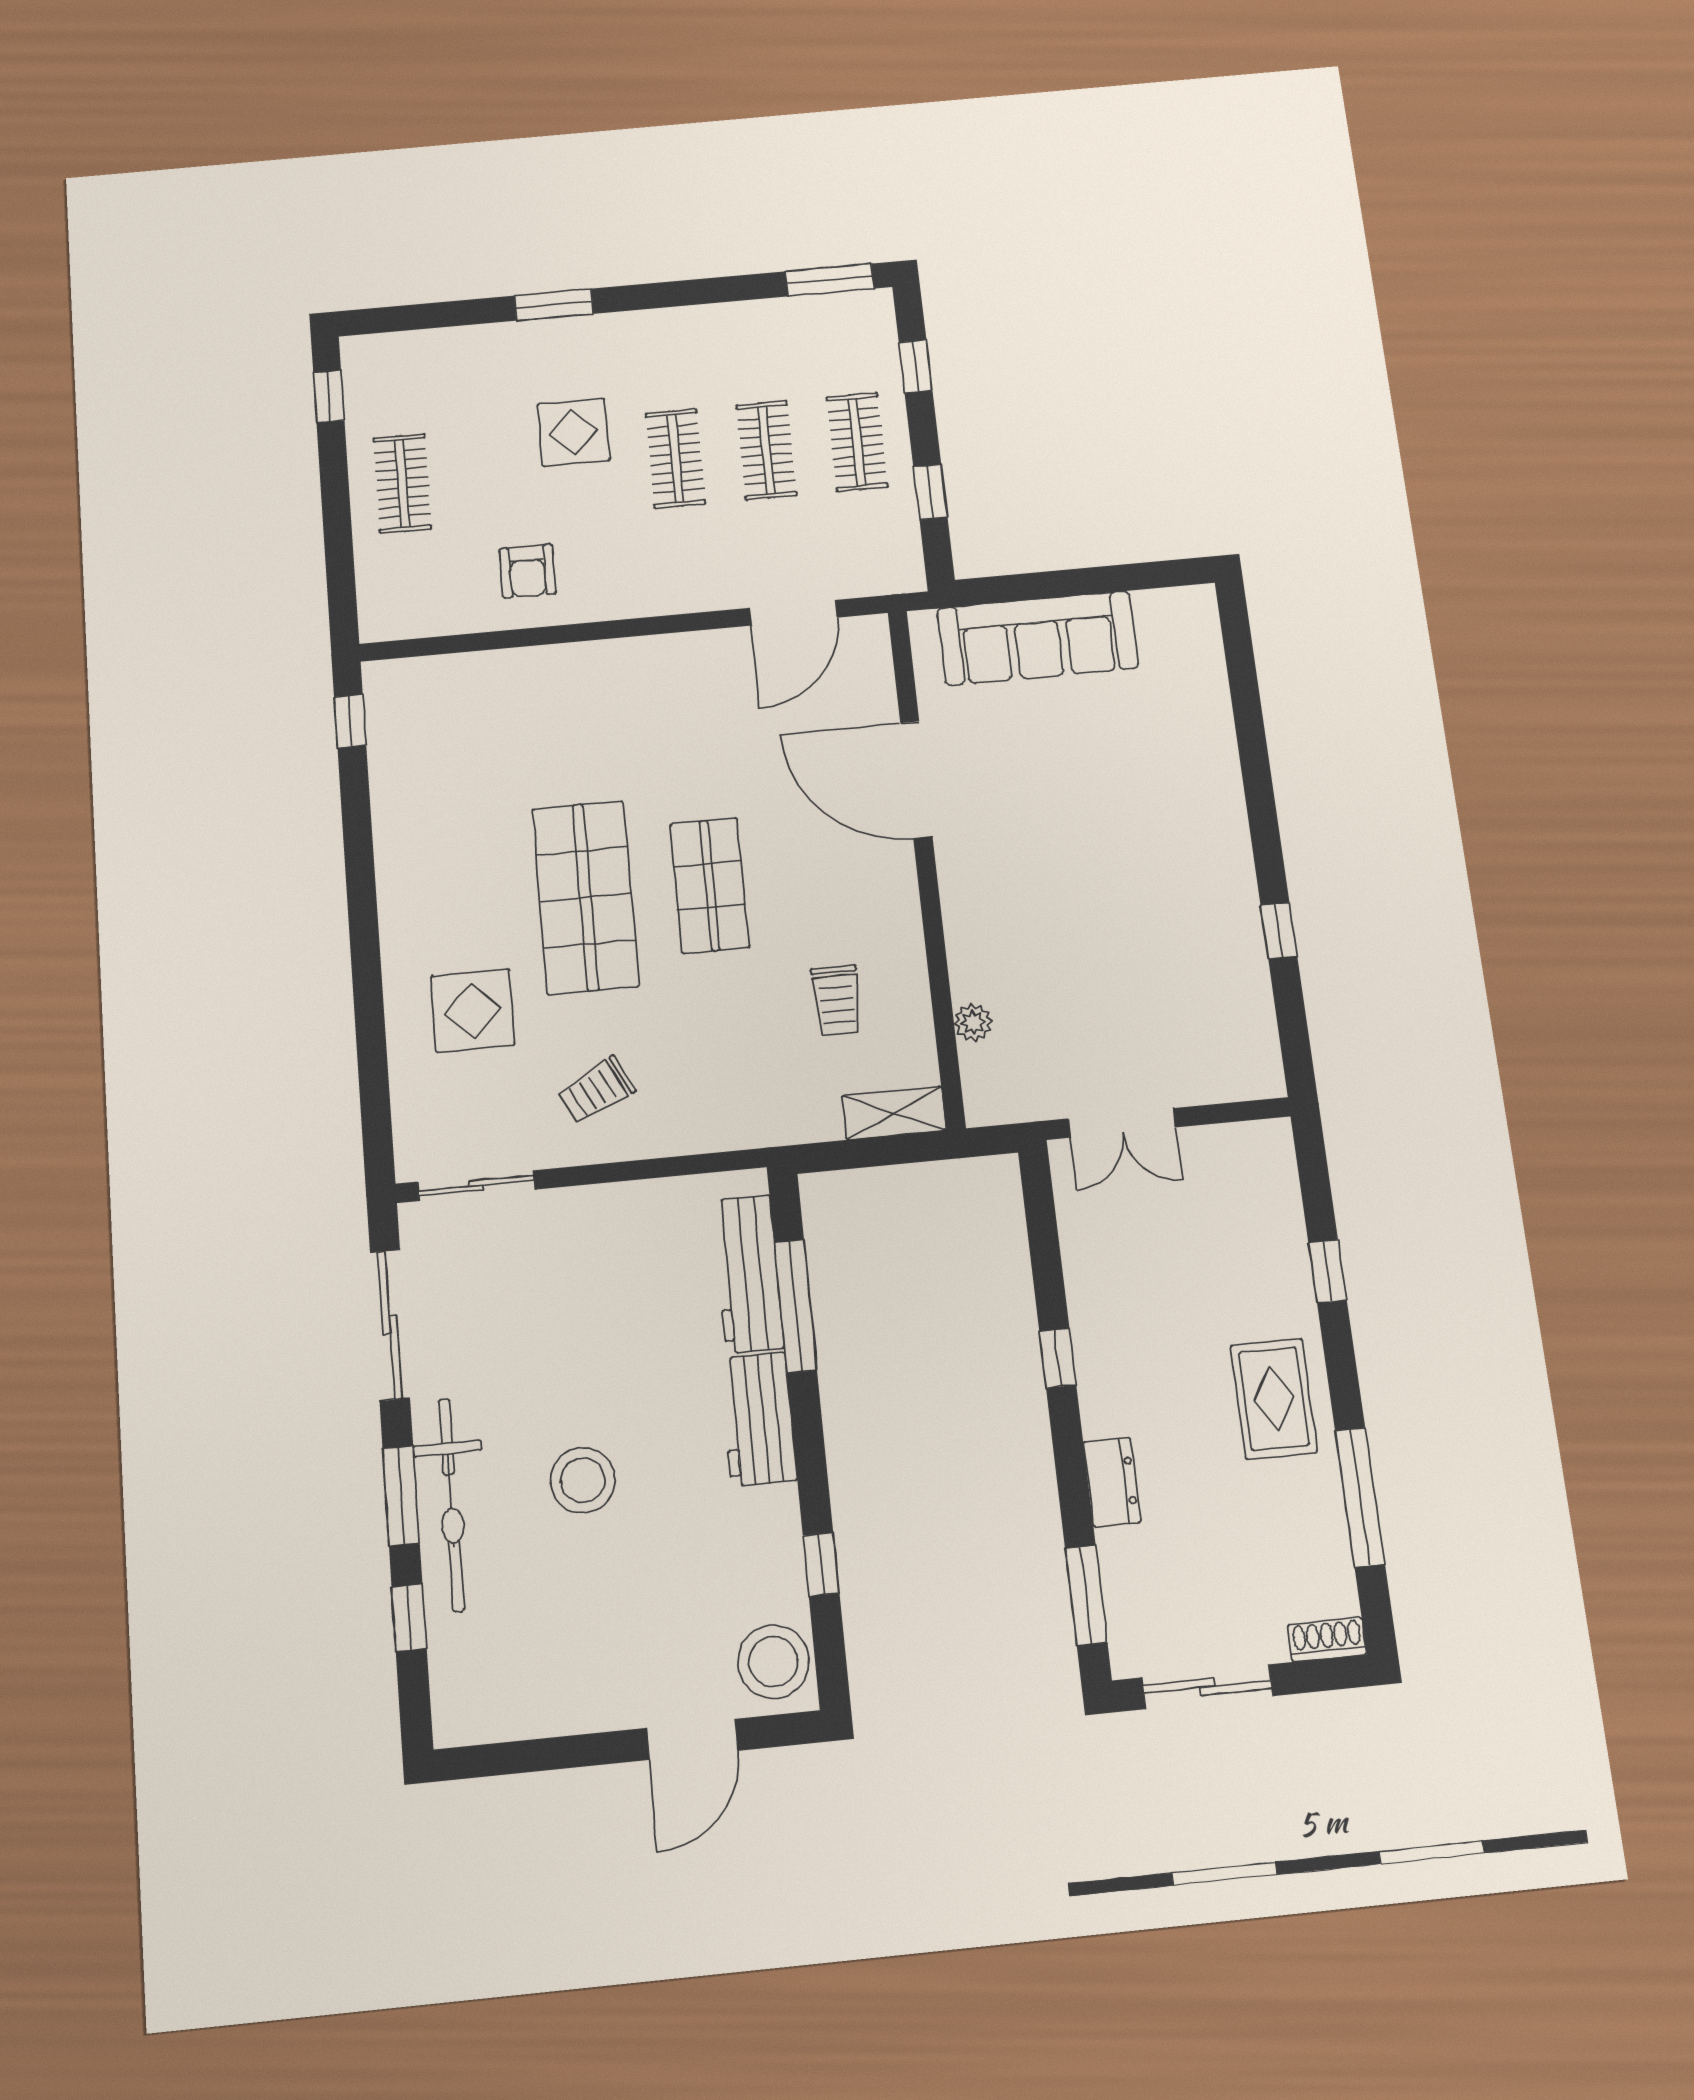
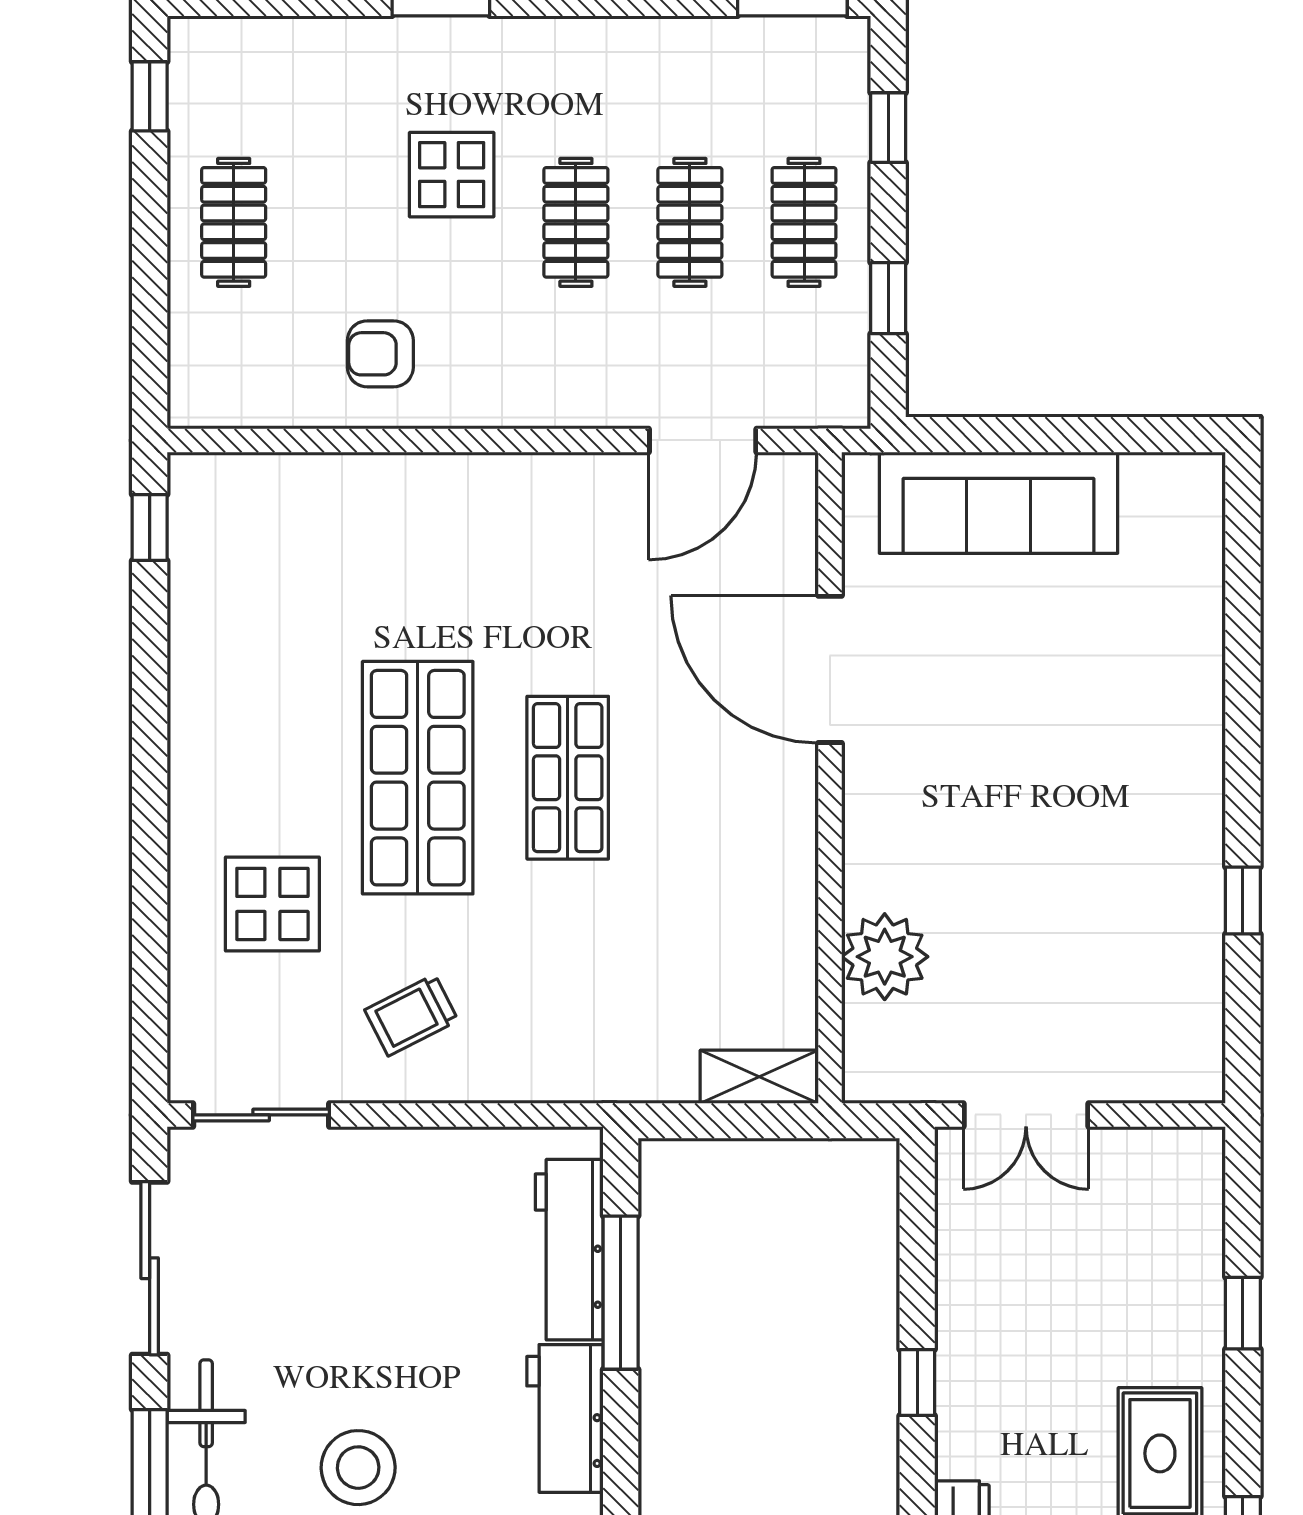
armchair: (528, 571) -> (380, 354), turned 90
trolley: (837, 1000) -> (706, 934), removed
plant: (973, 1022) -> (885, 957), width x1.88, depth x1.88

